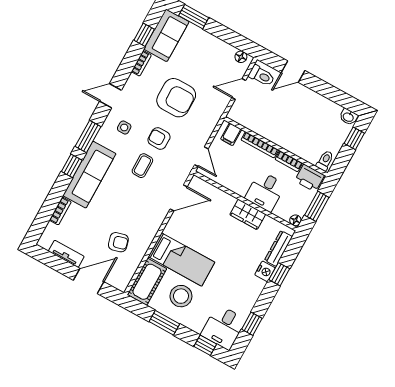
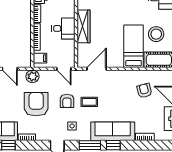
plant: (214, 112) -> (32, 76), added
door: (201, 157) -> (64, 69), swing flipped
desk: (265, 191) -> (63, 28), moved
door: (179, 198) -> (97, 69), hinge flipped
wardrobe: (248, 214) -> (84, 26), width x1.50

